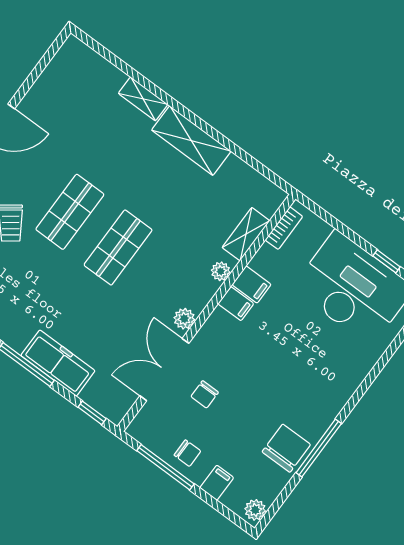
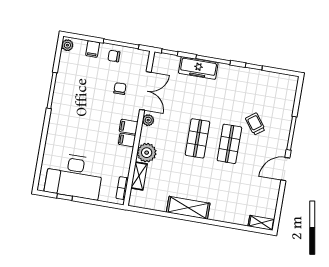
shelving: (143, 99) -> (261, 223), moved
plant: (221, 271) -> (147, 153), width x1.88, depth x1.88
filing cabinet: (252, 285) -> (129, 127), moved
chair: (286, 448) -> (67, 83), removed

